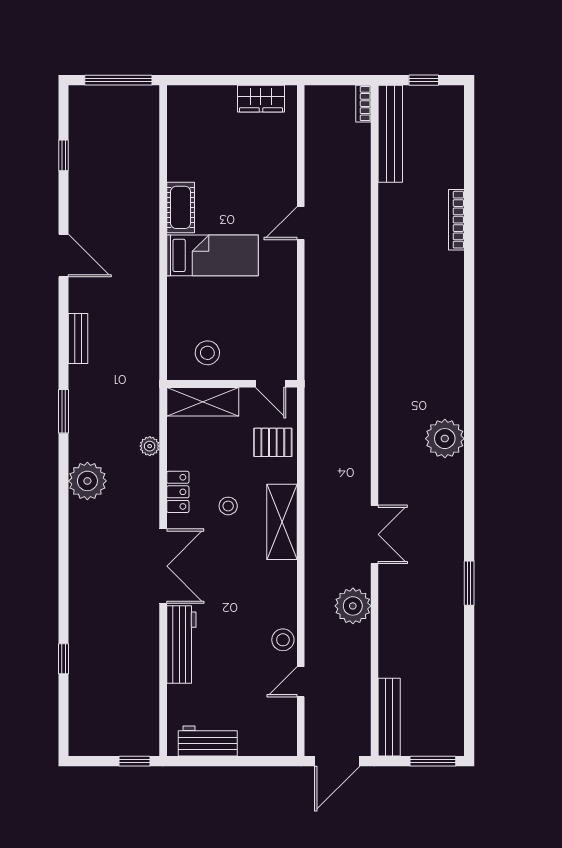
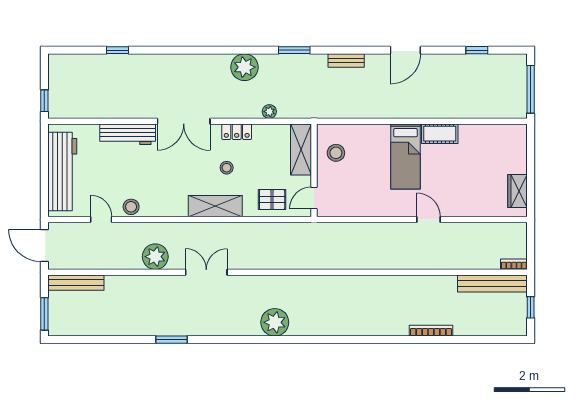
pallet: (273, 442) -> (272, 200), turned 90
double door: (374, 534) -> (206, 272), swing flipped
workbench: (208, 741) -> (62, 171), width x1.88, depth x1.32

